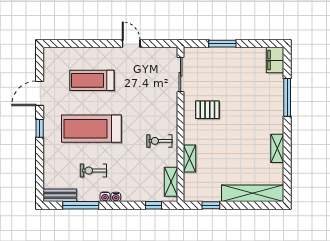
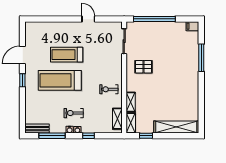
window: (222, 44) -> (154, 19), width x2.11
filing cabinet: (275, 60) -> (192, 26), width x0.50
treadmill: (92, 80) -> (67, 55), moved
shelving: (277, 148) -> (131, 123), moved
exercise bike: (93, 171) -> (74, 113), moved
window: (154, 205) -> (89, 136), moved

